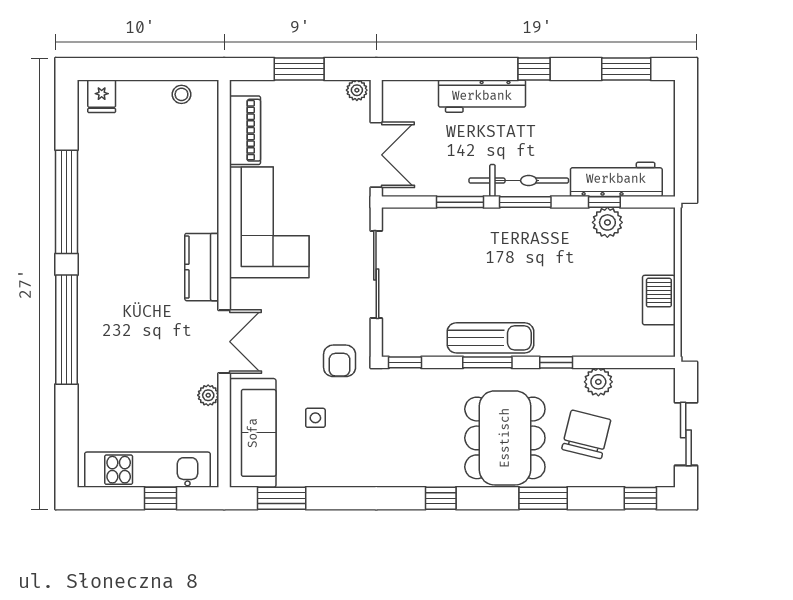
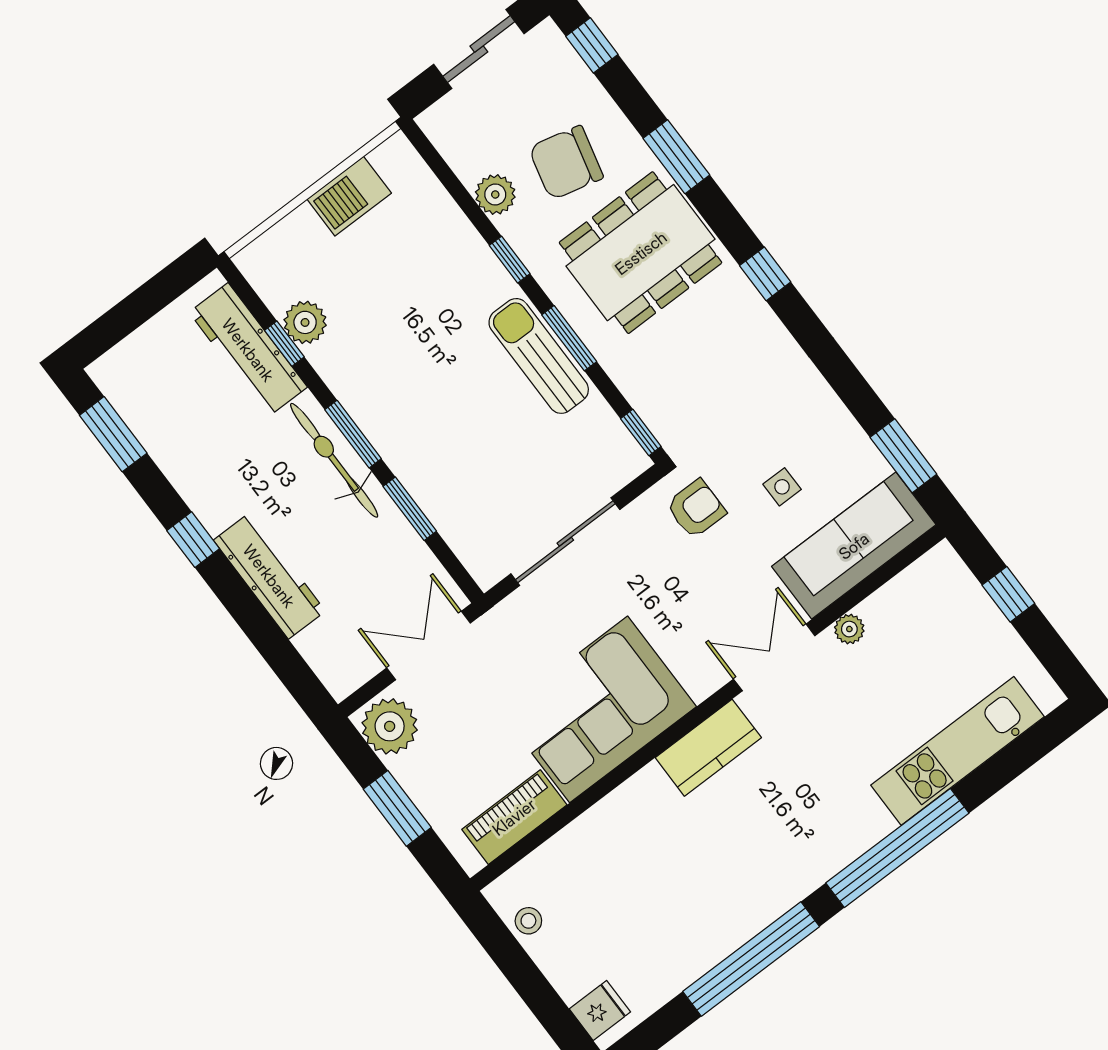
plant: (357, 90) -> (390, 726), width x1.88, depth x1.88
kitchen unit: (147, 470) -> (958, 751), moved, turned 90

